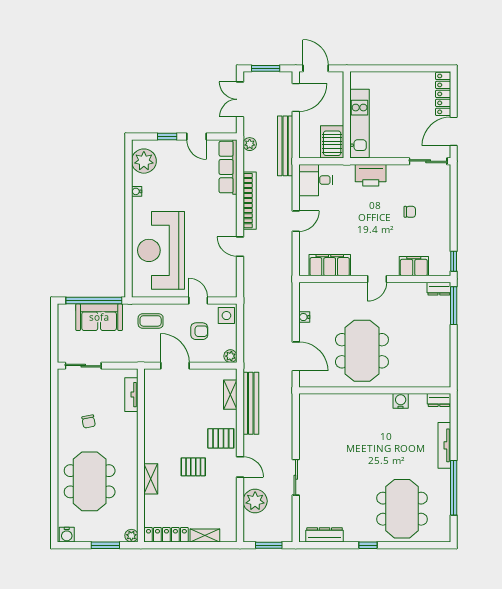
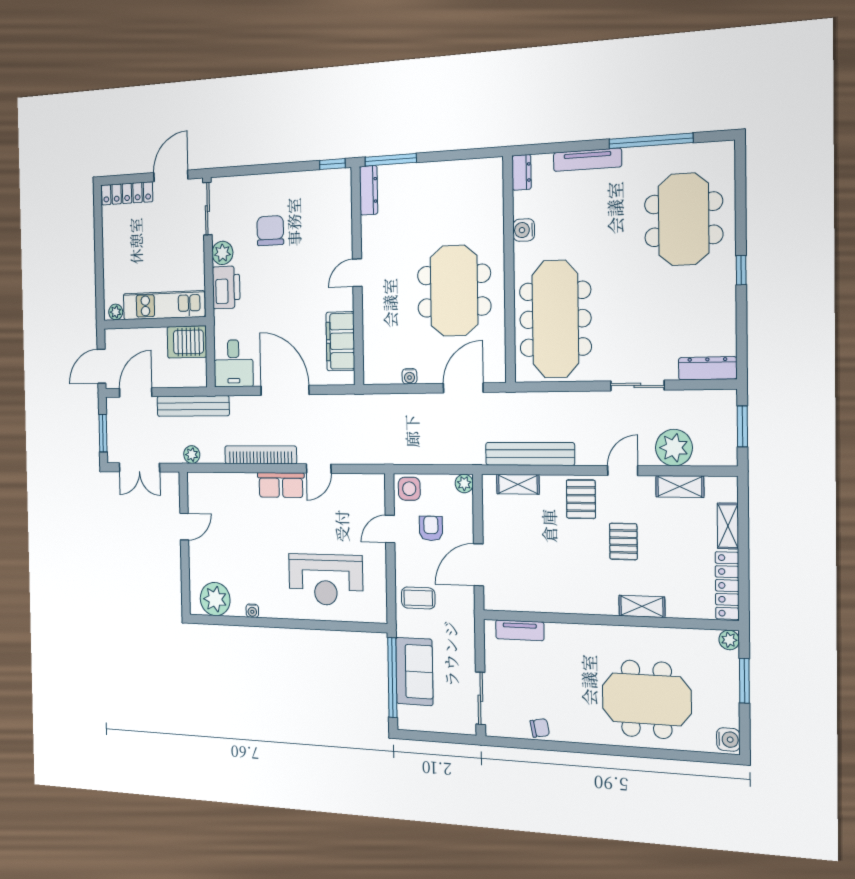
plant: (356, 82) -> (116, 312), added
door: (296, 98) -> (136, 392), hinge flipped
door: (454, 131) -> (171, 176), swing flipped
window: (167, 136) -> (185, 566), removed
row of seats: (228, 167) -> (281, 485), moved, width x0.68
plant: (396, 173) -> (222, 253), added
chair: (410, 212) -> (270, 231), width x1.87, depth x1.87
door: (296, 221) -> (285, 390), width x1.88
reception desk: (161, 250) -> (326, 580), width x0.74, depth x0.77
filing cabinet: (414, 266) -> (340, 221), removed
door: (377, 279) -> (357, 273), swing flipped
dresser: (439, 289) -> (369, 190), width x1.44
coffee table: (151, 321) -> (418, 598), turned 90
meeting table: (362, 351) -> (454, 291), turned 90
chair: (89, 422) -> (540, 728), moved
meeting table: (341, 422) -> (555, 319), added
shelving: (230, 505) -> (680, 486), added
meeting table: (402, 509) -> (684, 219), turned 90
dresser: (325, 535) -> (707, 368), moved, turned 90

